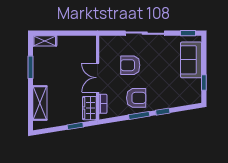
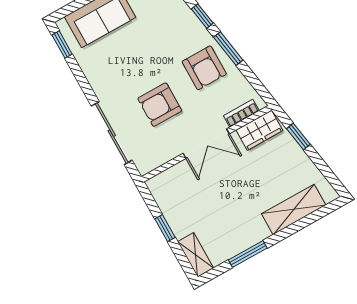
window: (67, 33) -> (165, 228), added
sliding door: (145, 33) -> (112, 133), moved
armchair: (130, 65) -> (160, 105), turned 90
armchair: (136, 98) -> (204, 68), turned 180

